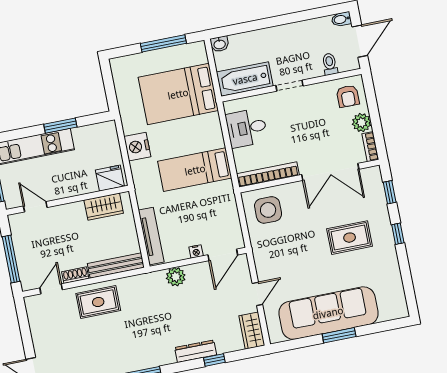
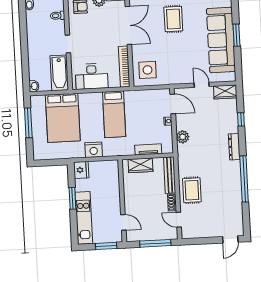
desk: (247, 128) -> (92, 76), width x1.37
fridge: (110, 178) -> (81, 170), moved, turned 180
door: (35, 207) -> (123, 222), swing flipped
wardrobe: (104, 207) -> (140, 165), moved, turned 90
tv unit: (151, 236) -> (148, 149), width x0.71
dresser: (196, 351) -> (234, 147), moved

